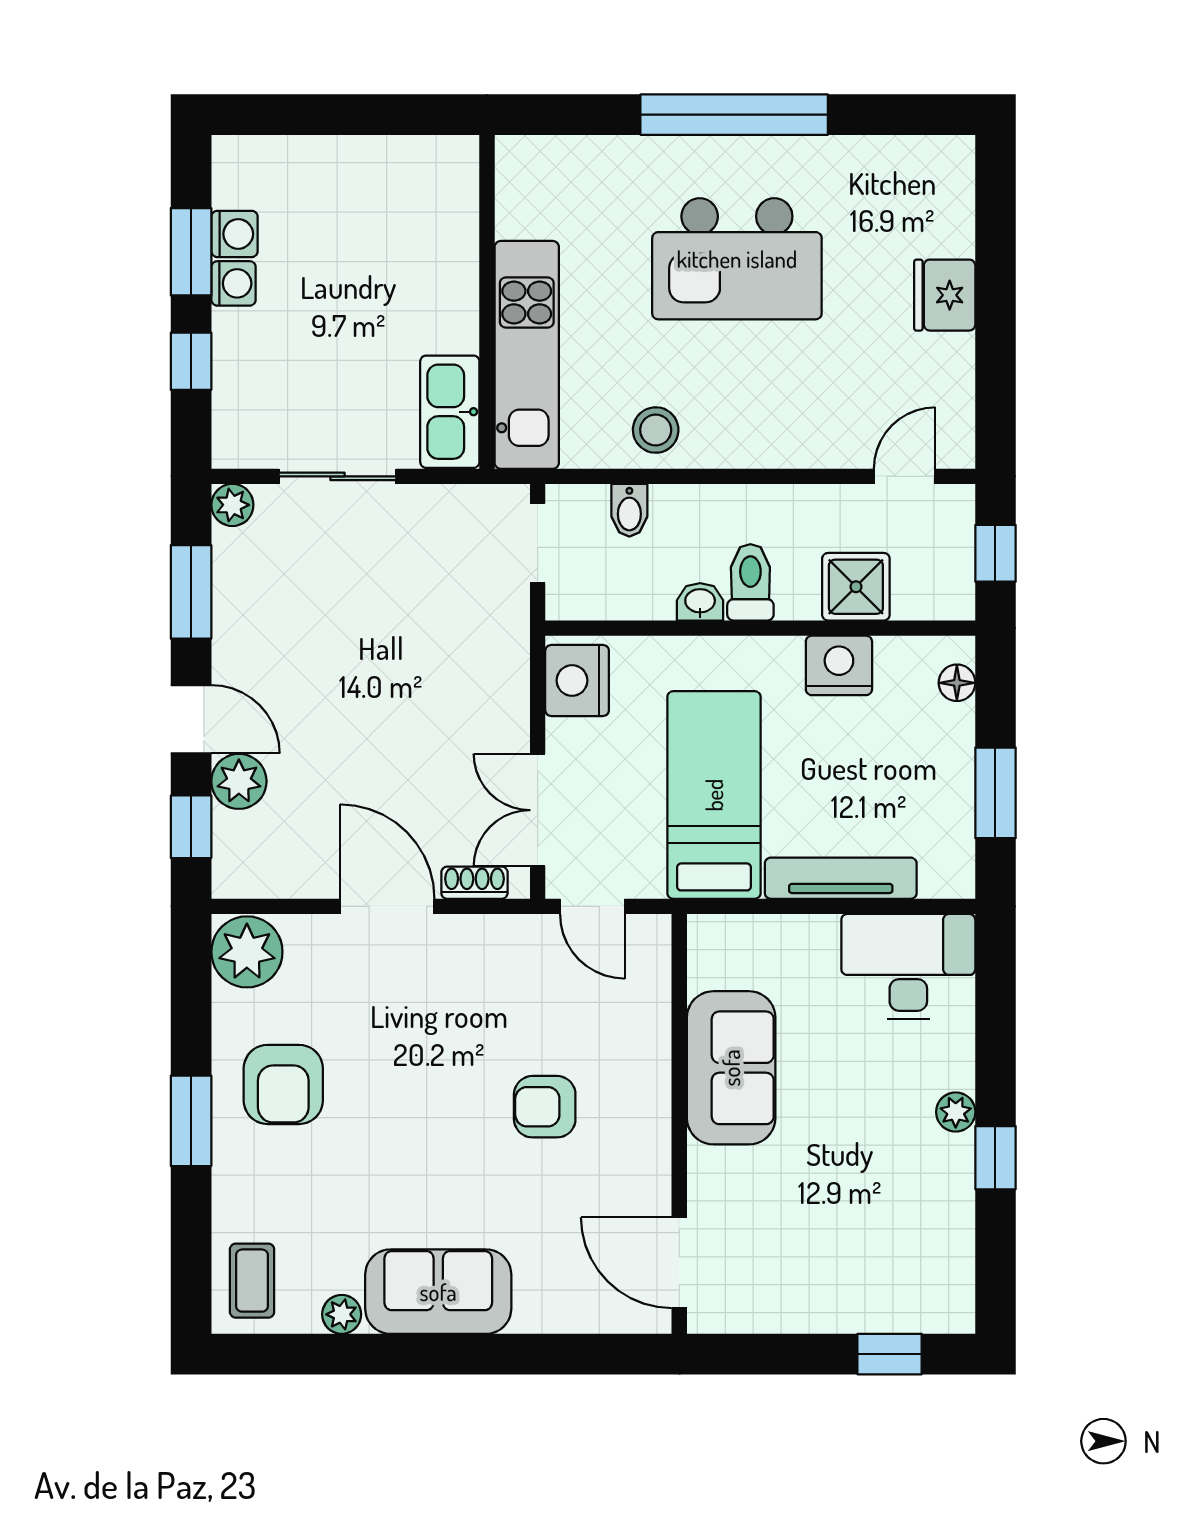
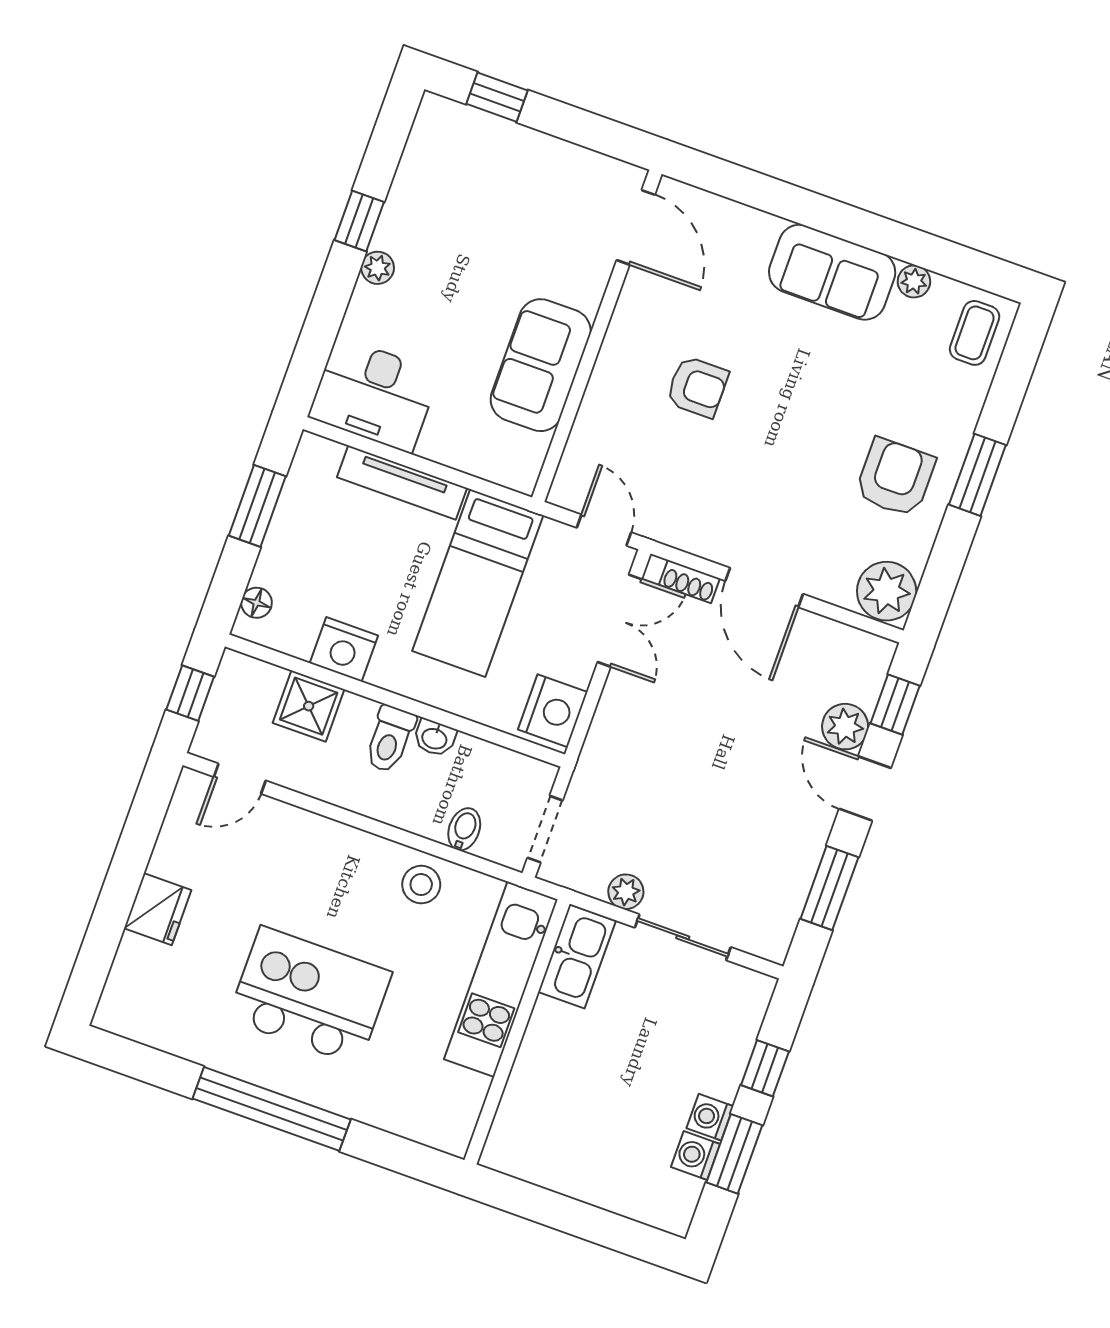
plant: (232, 505) -> (626, 892), moved

